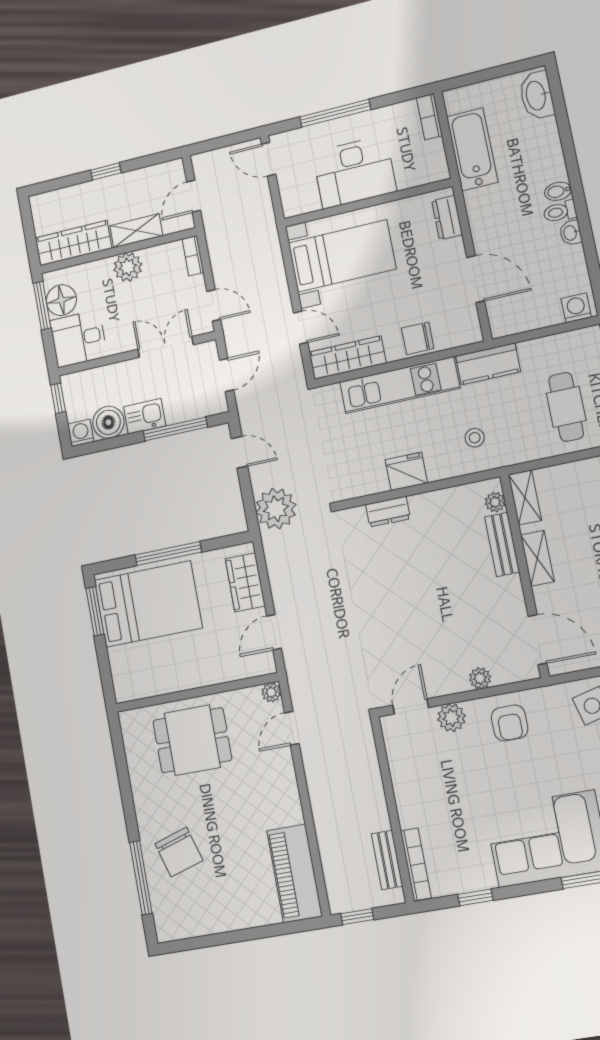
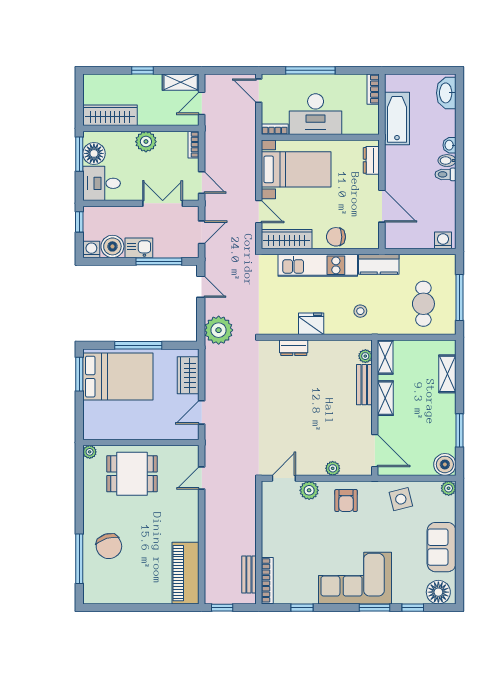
bookcase: (301, 207) -> (275, 129), added
shelving: (136, 231) -> (181, 82), moved
washbasin: (571, 233) -> (450, 145), moved
plant: (271, 692) -> (90, 452), moved

